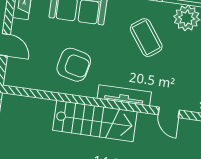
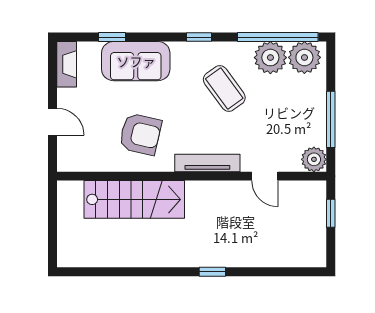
stairs: (95, 121) -> (134, 199), moved

